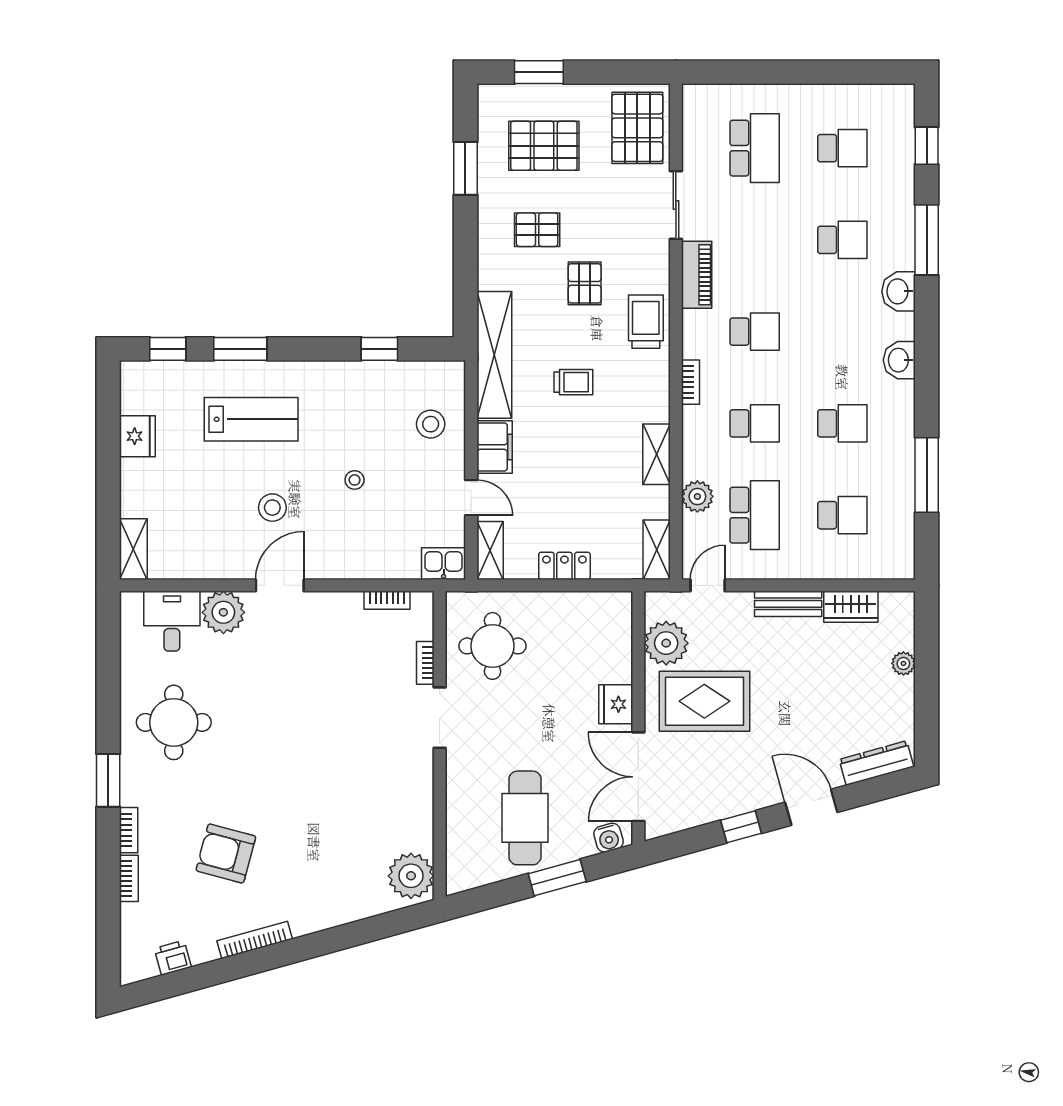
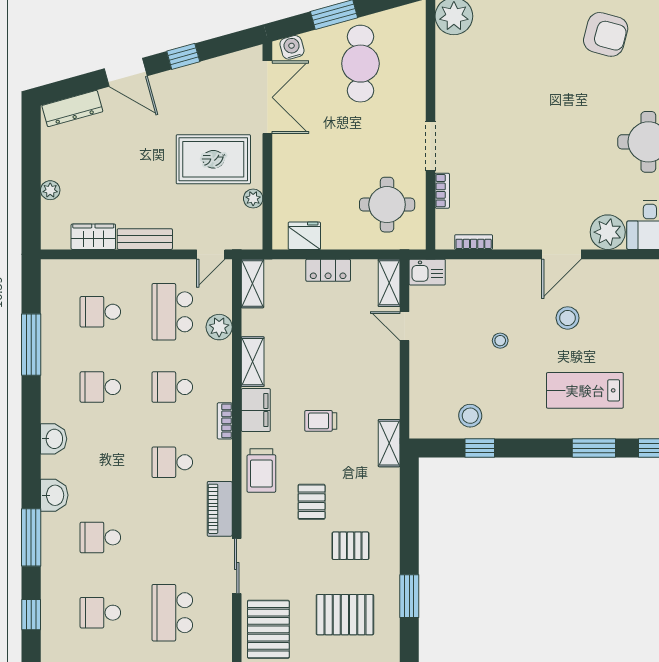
shelving: (494, 355) -> (389, 443), width x0.45, depth x0.75
stool: (431, 424) -> (470, 416), moved
filing cabinet: (495, 447) -> (256, 410), moved, turned 180
plant: (666, 643) -> (253, 199), width x0.53, depth x0.53
fridge: (616, 704) -> (304, 236), moved, turned -90

